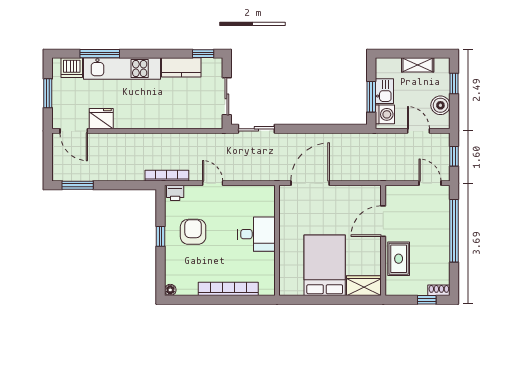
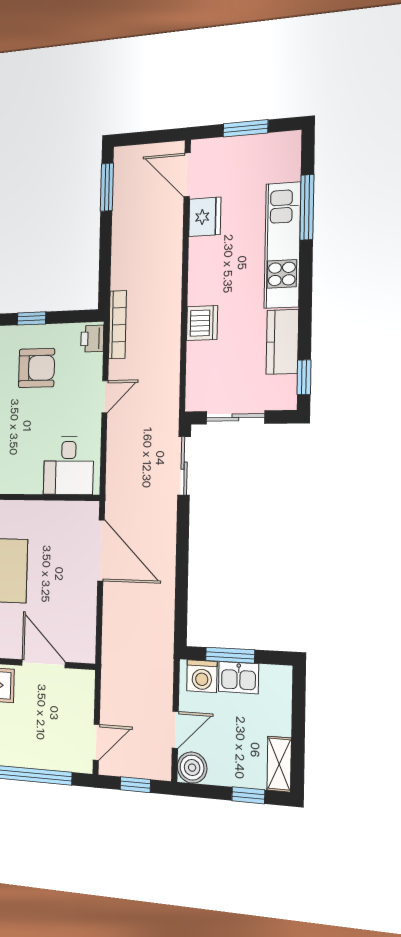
shelving: (418, 65) -> (279, 764), moved
dishwasher: (72, 68) -> (202, 323), moved, turned 180
boiler: (440, 105) -> (192, 768), moved
door: (74, 131) -> (187, 175), hinge flipped
desk: (256, 234) -> (68, 466), moved

